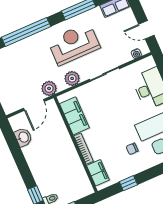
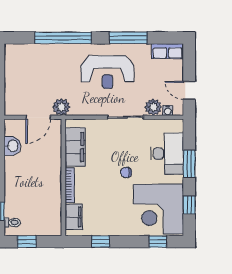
reception desk: (74, 44) -> (107, 72), turned 180
plant: (72, 78) -> (153, 107), moved
chair: (132, 149) -> (126, 172), moved

